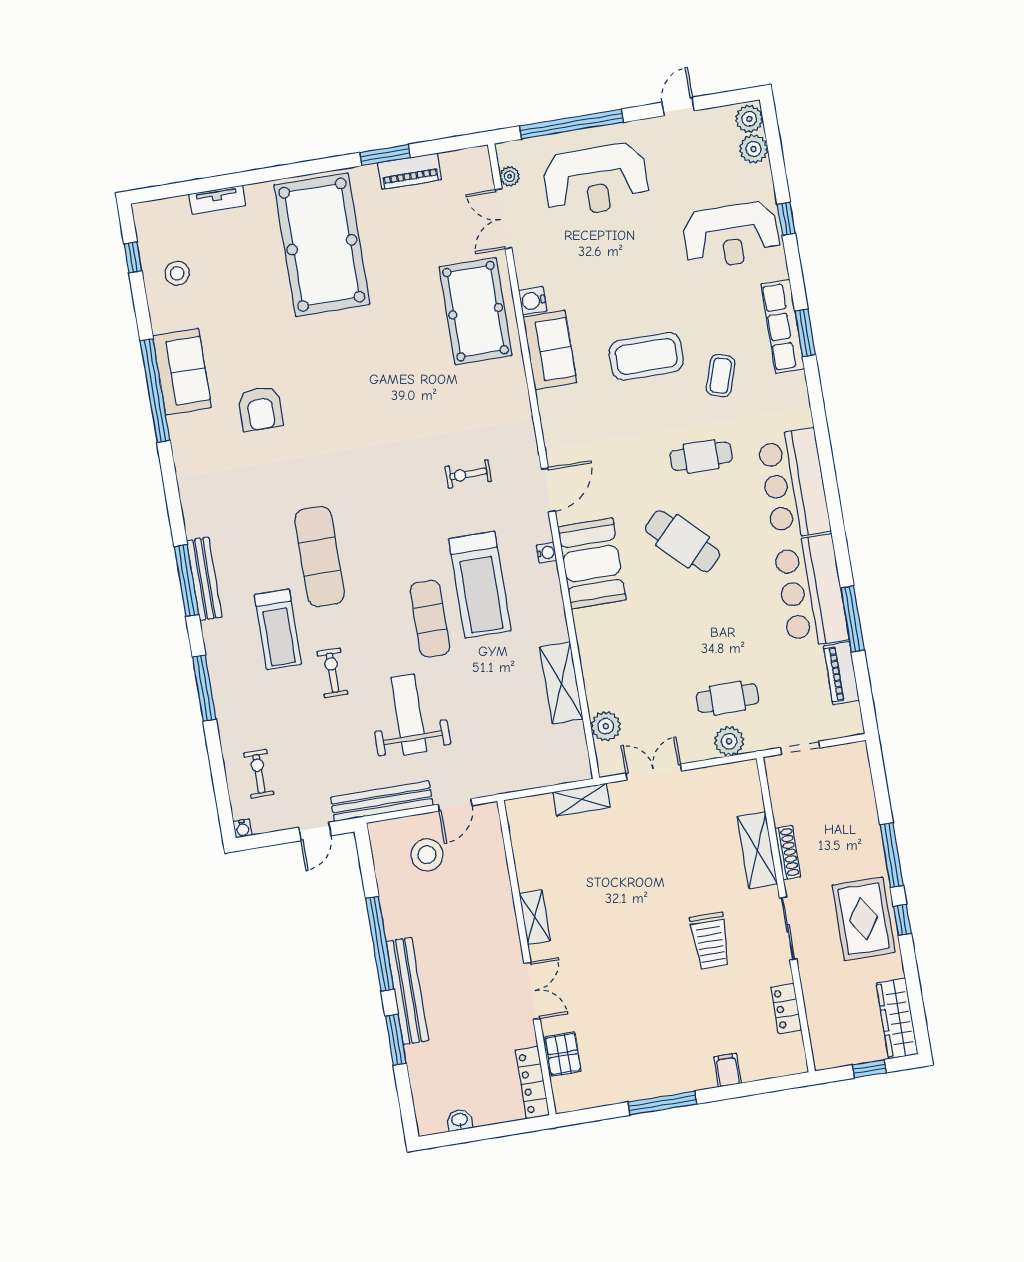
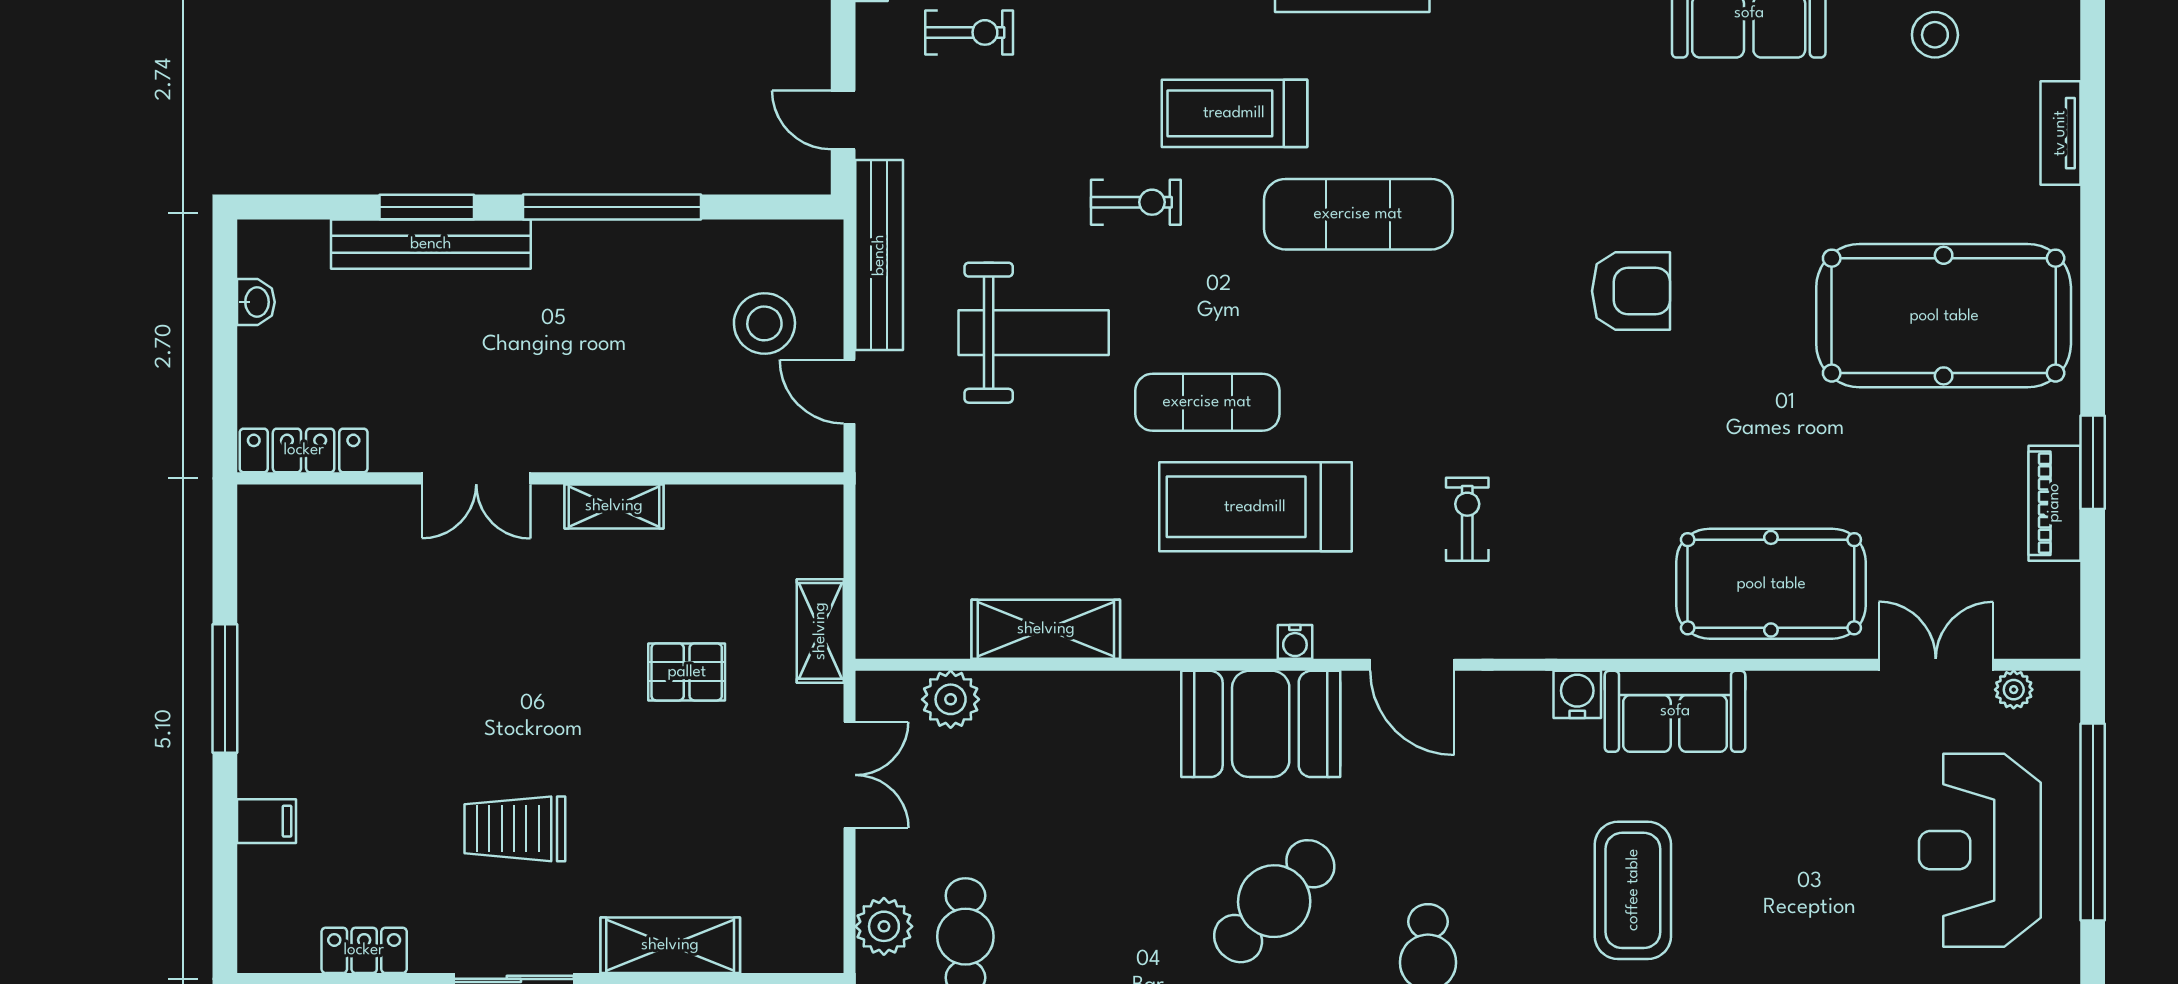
water cooler: (533, 301) -> (1577, 694), moved
armchair: (260, 409) -> (1631, 291), moved, turned 180
bench: (407, 991) -> (431, 244), moved
pallet: (563, 1054) -> (687, 672), moved

